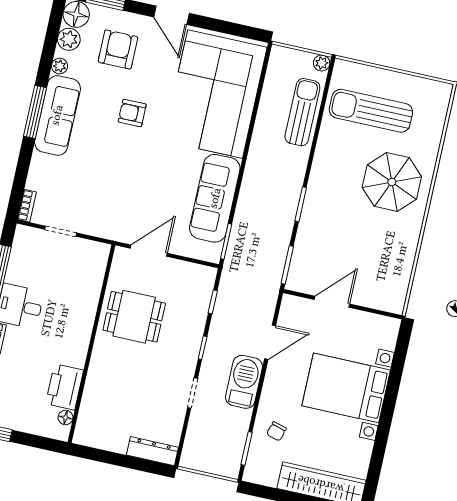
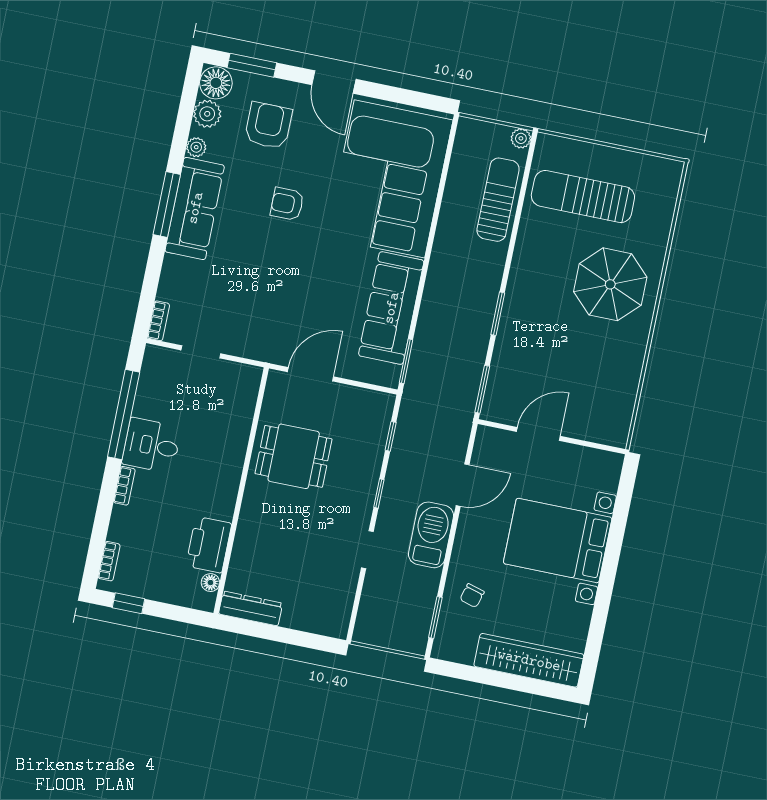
dresser: (152, 451) -> (251, 609), moved

